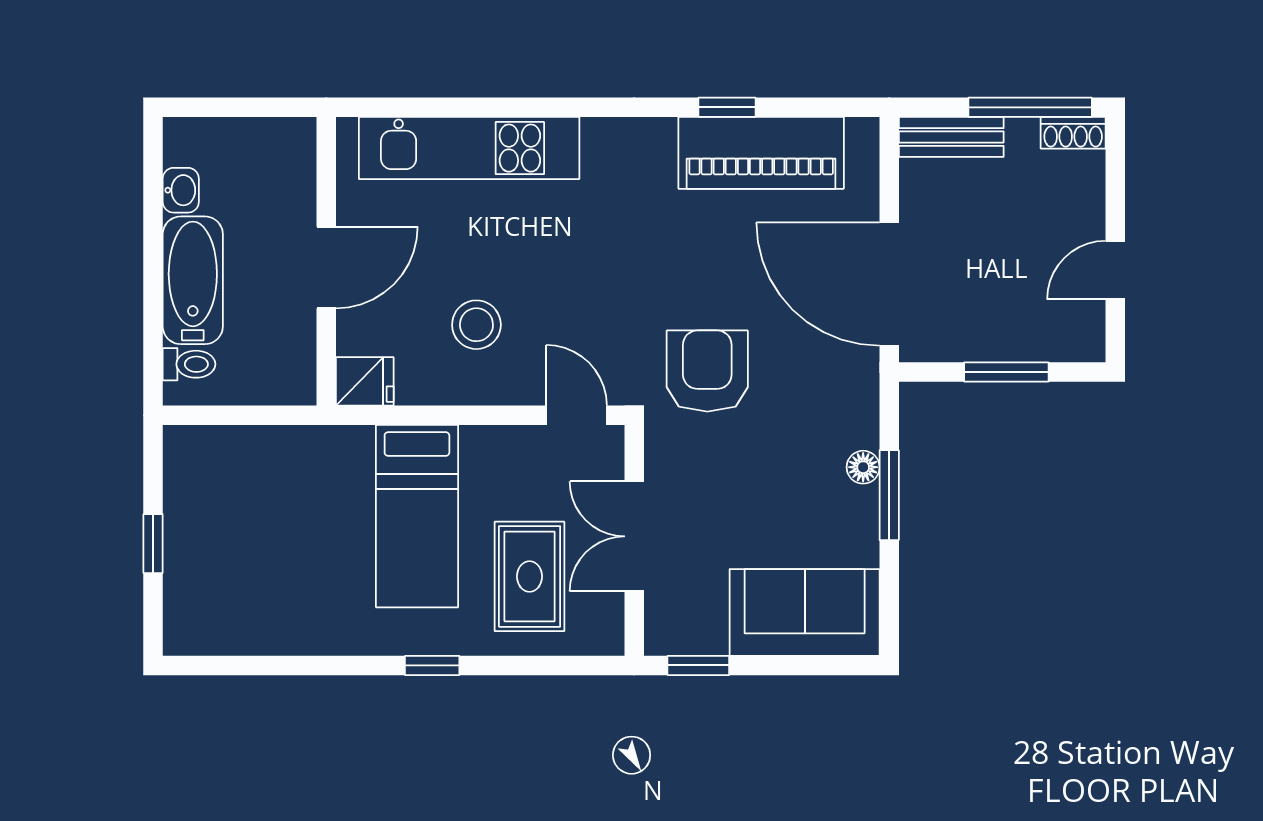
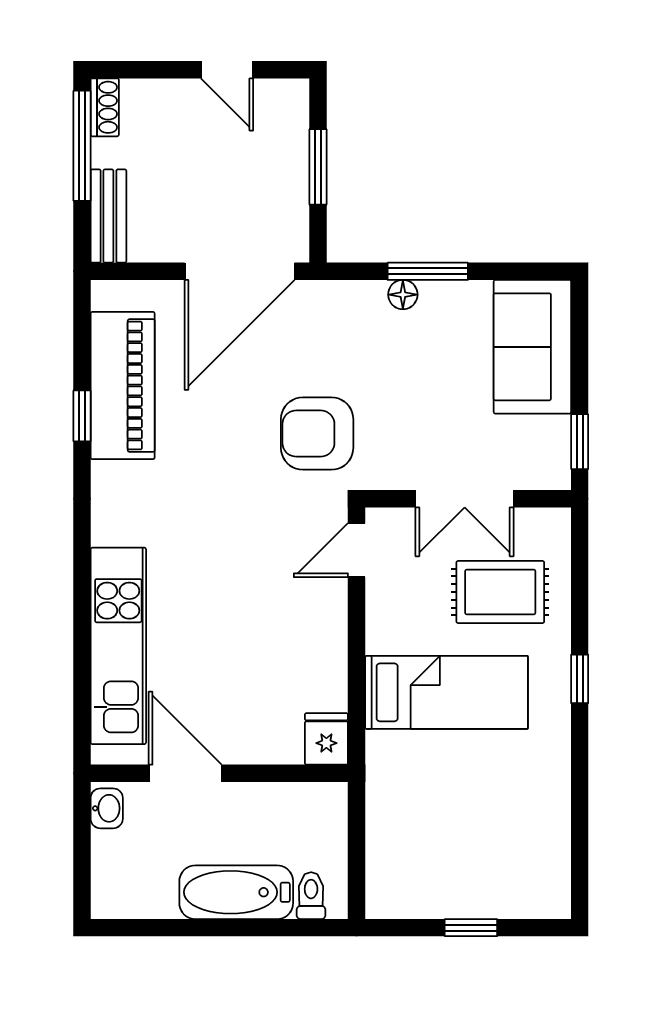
washbasin: (181, 190) -> (107, 808), moved, turned 90
door: (326, 267) -> (185, 773), moved
stool: (476, 325) -> (276, 639), removed

